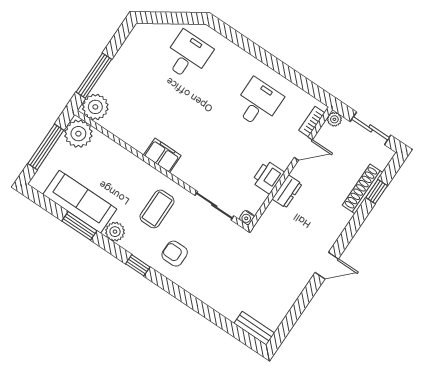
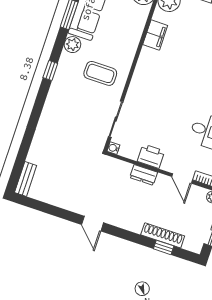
filing cabinet: (162, 155) -> (155, 35), moved
armchair: (175, 254) -> (68, 98), removed

